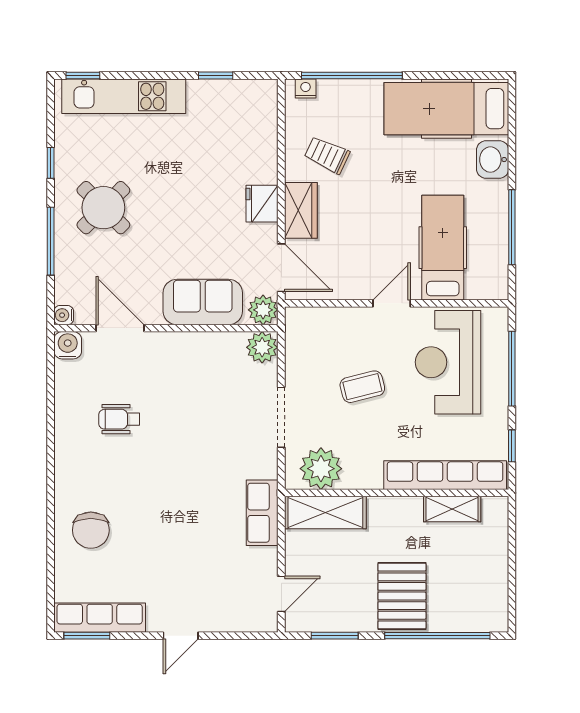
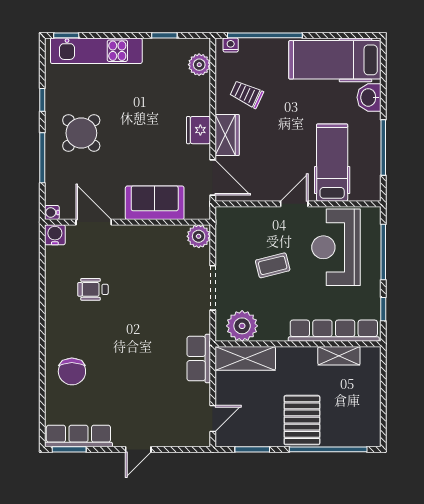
plant: (263, 310) -> (199, 65), moved

